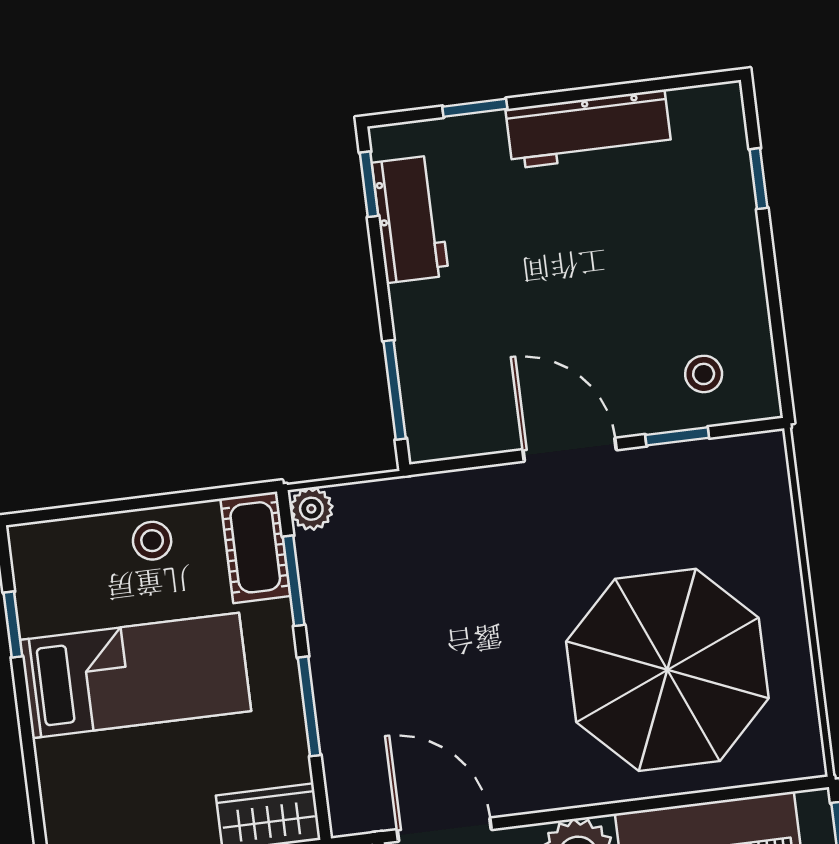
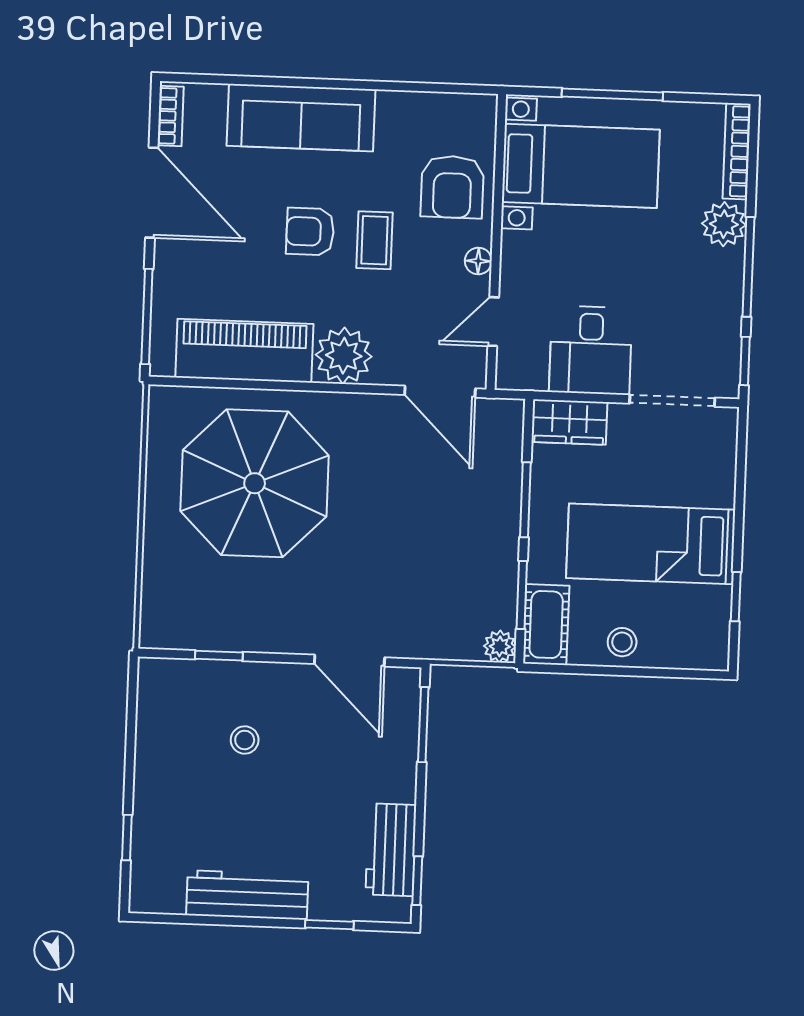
stool: (704, 374) -> (245, 740), moved
door: (570, 450) -> (349, 661), moved

